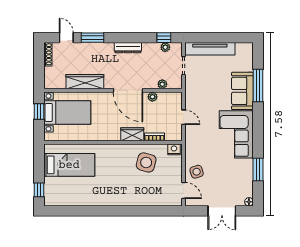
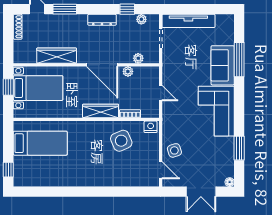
window: (164, 38) -> (127, 9), moved
wardrobe: (132, 134) -> (101, 111), width x1.50
side table: (146, 162) -> (121, 141), turned -38

